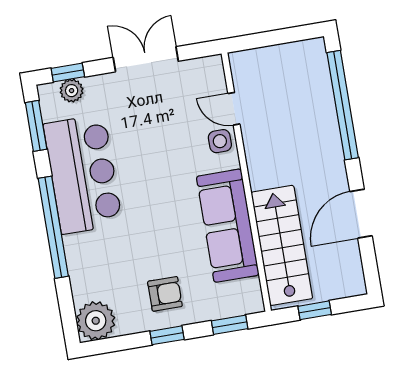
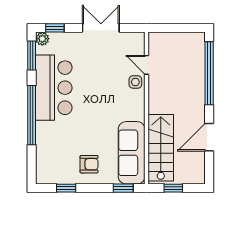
plant: (72, 91) -> (42, 39), moved
sofa: (228, 226) -> (132, 153), moved
plant: (96, 321) -> (47, 173), removed
window: (167, 335) -> (66, 188), moved

